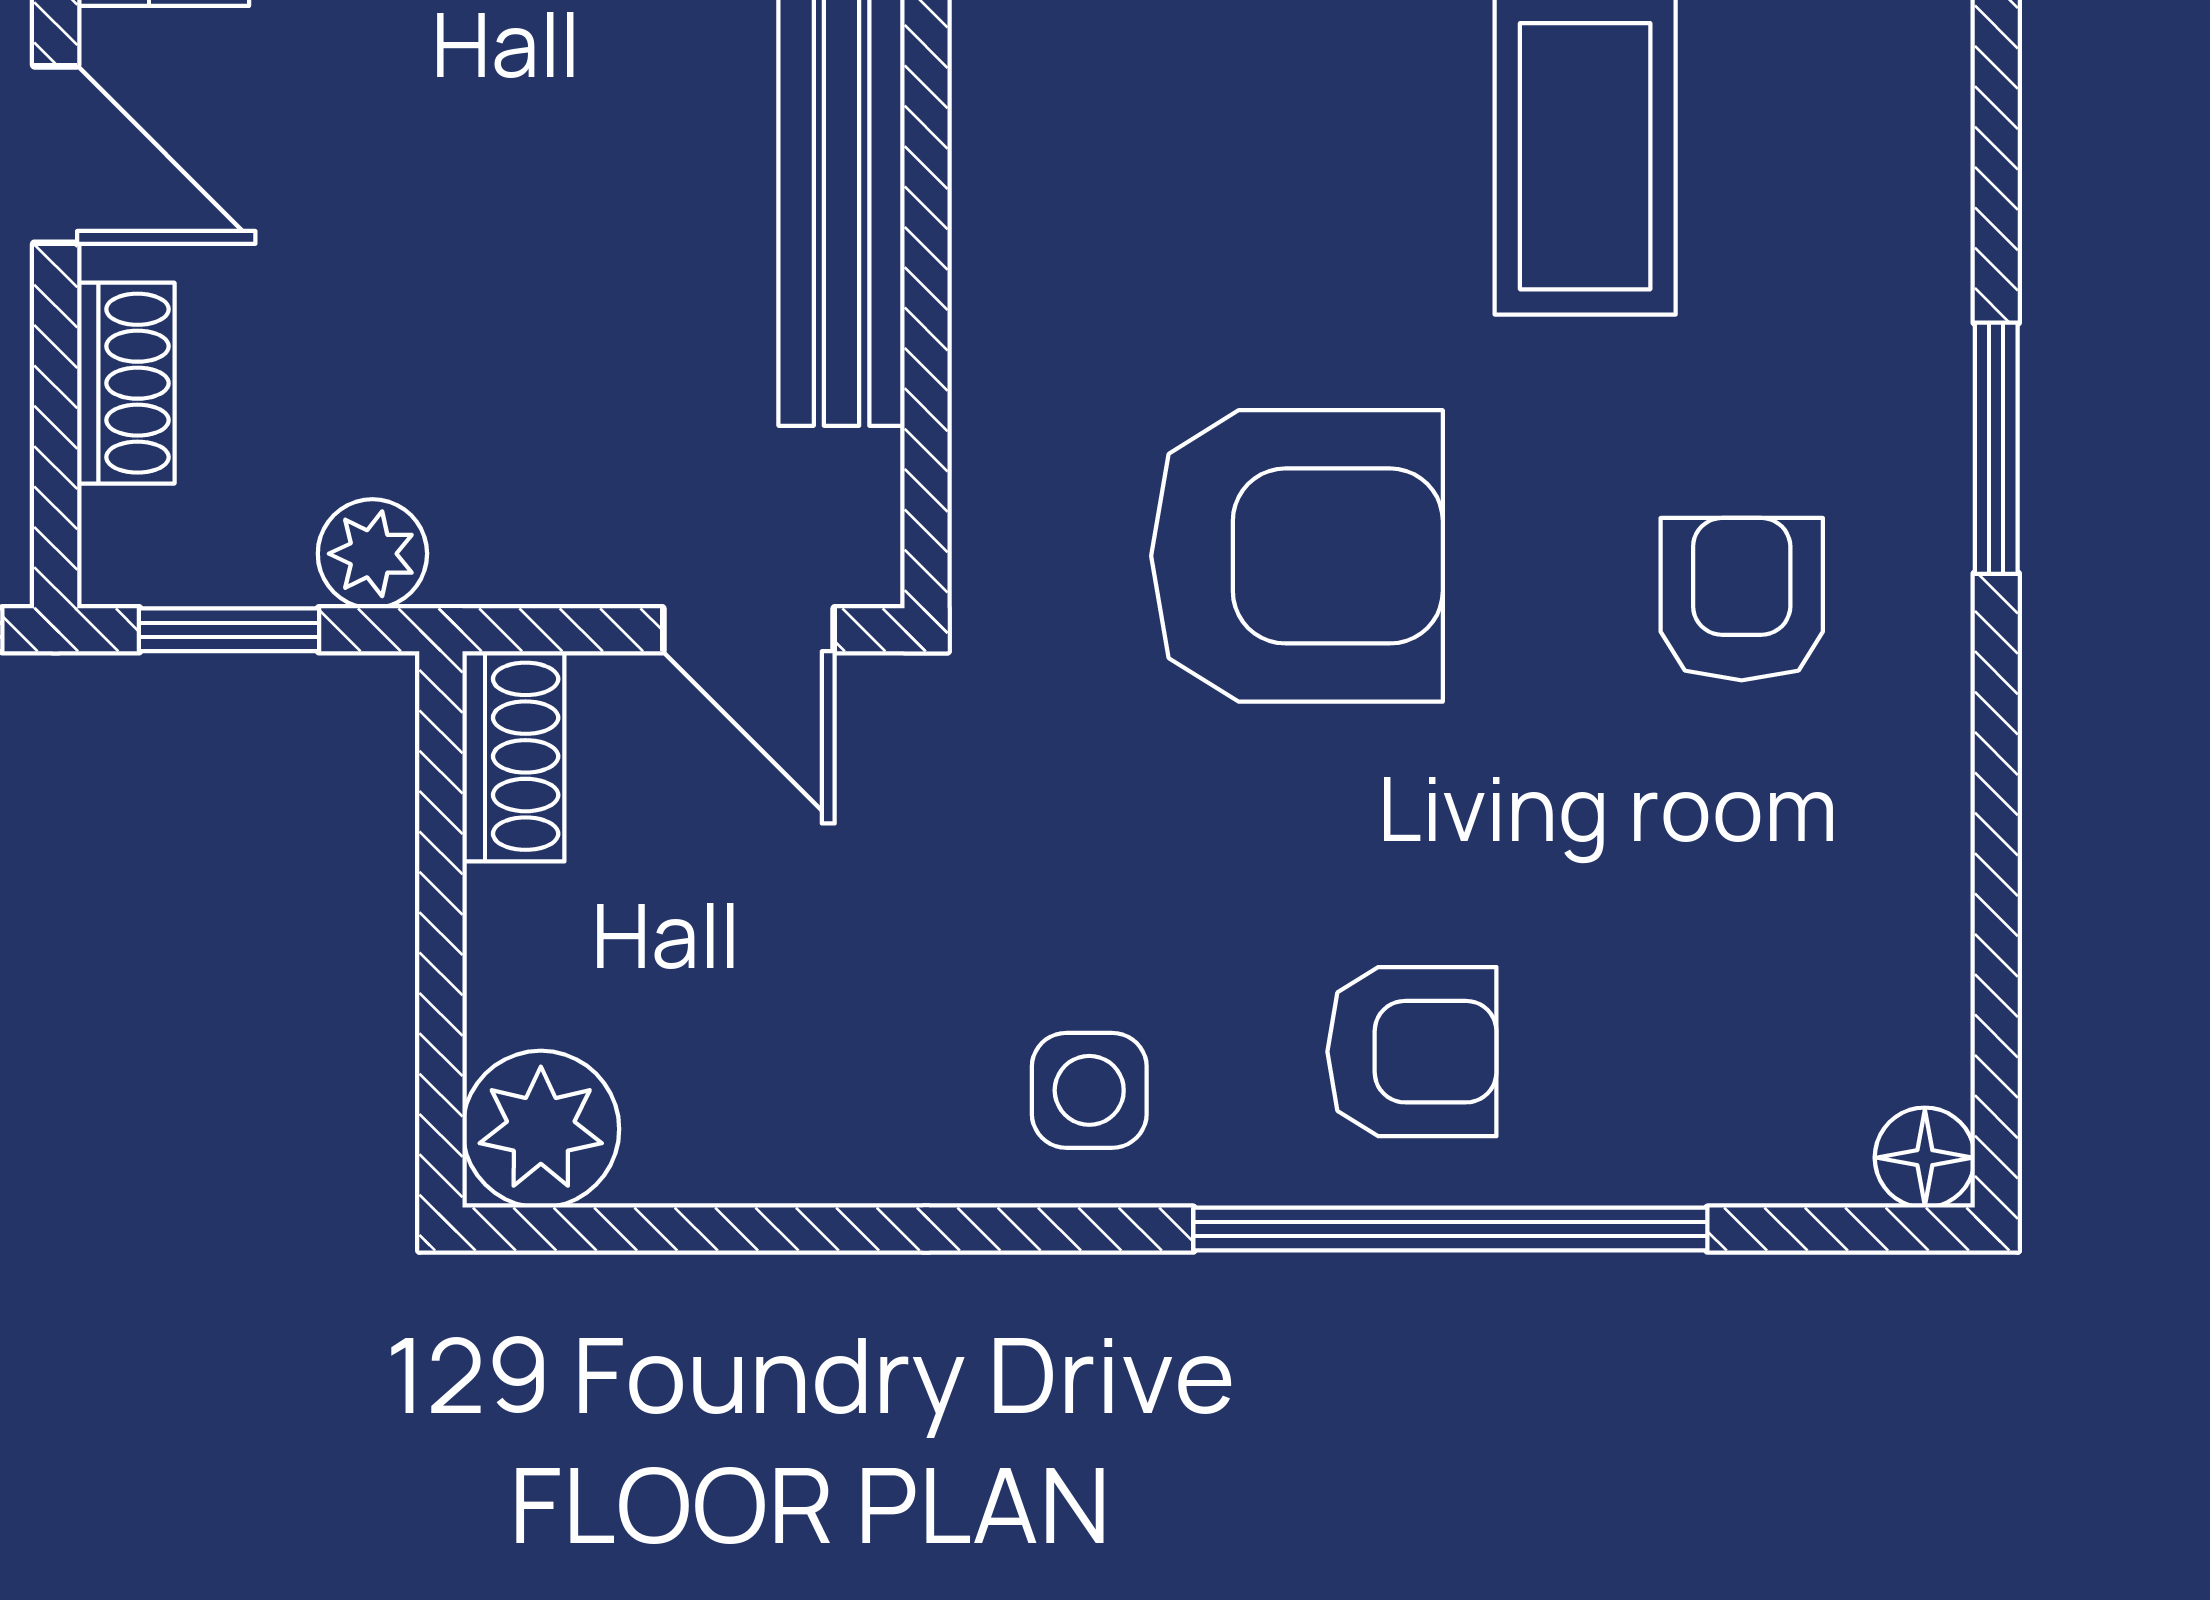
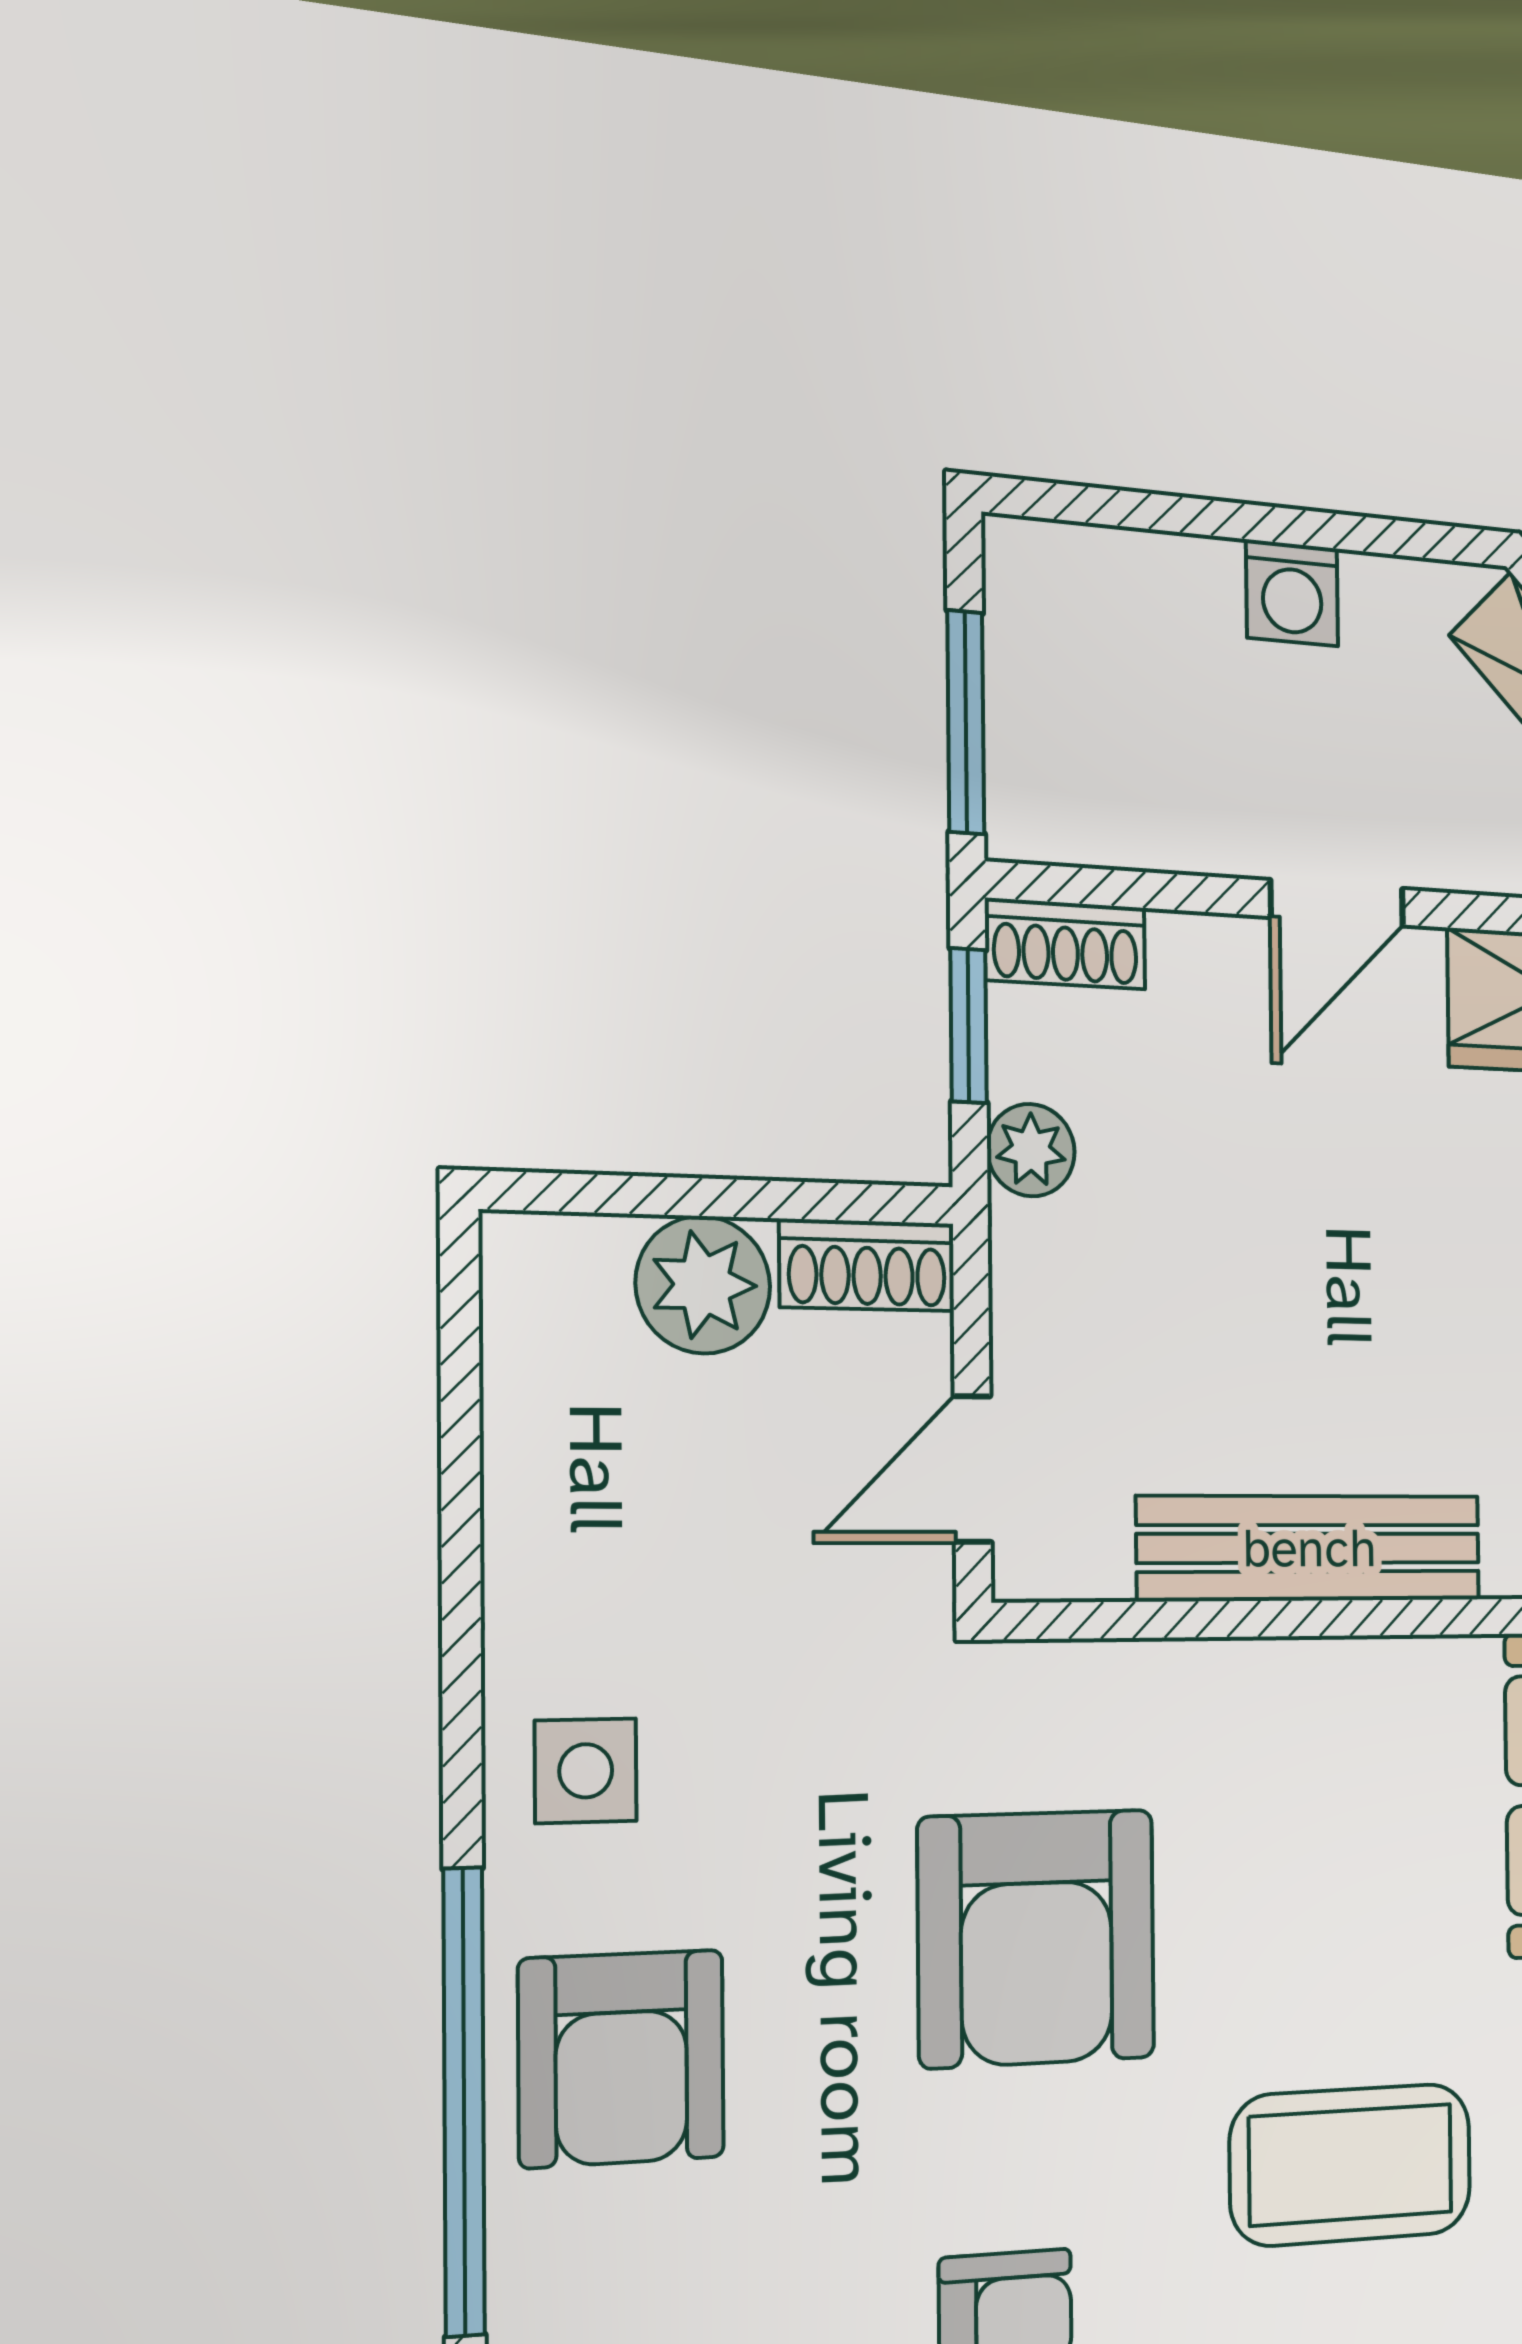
shoe rack: (126, 383) -> (1065, 944), moved
armchair: (1412, 1052) -> (622, 2058), width x1.38, depth x1.38
plant: (541, 1129) -> (703, 1285), moved

